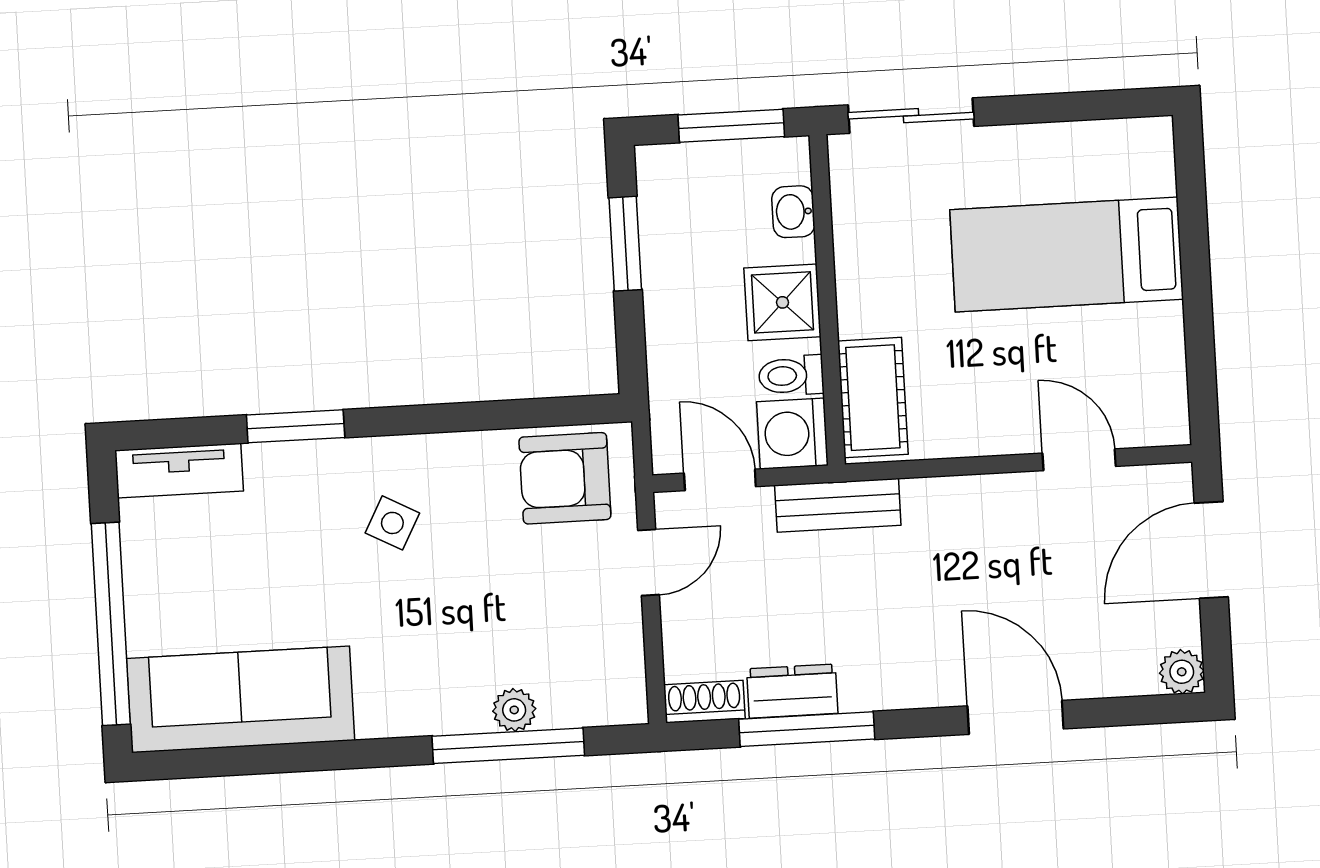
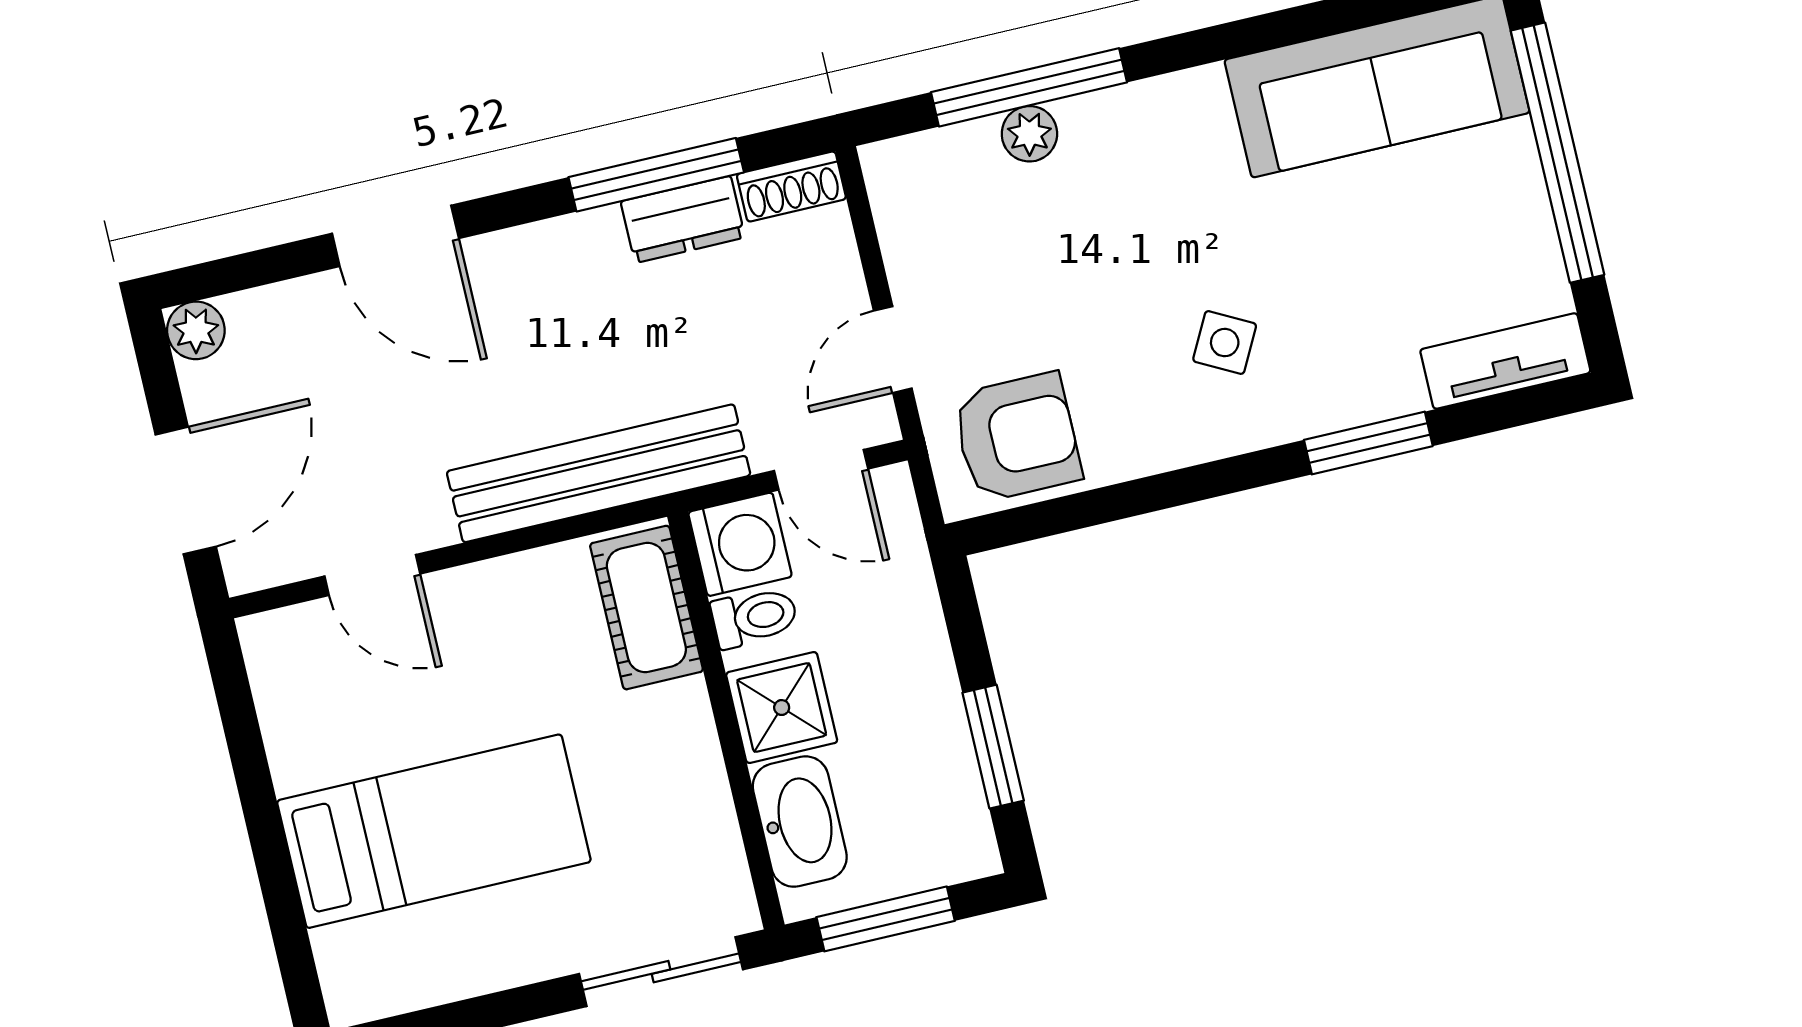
washbasin: (793, 212) -> (800, 822), width x1.91, depth x1.45
bench: (838, 505) -> (599, 473), width x1.86, depth x1.21

